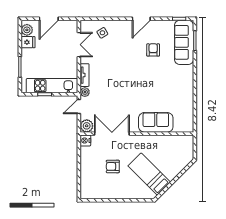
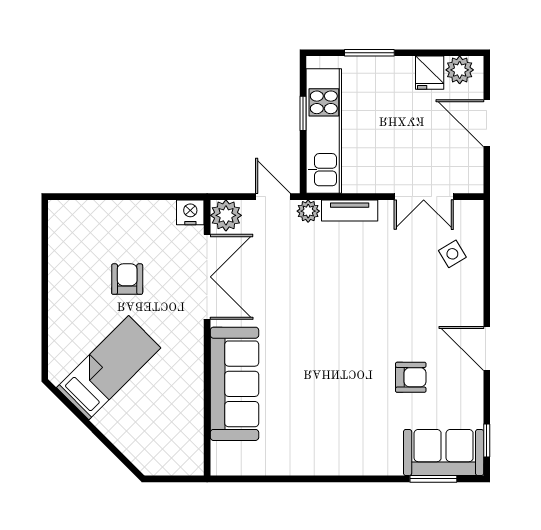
sofa: (184, 42) -> (444, 453), width x0.73
sofa: (156, 122) -> (234, 384), width x1.36

